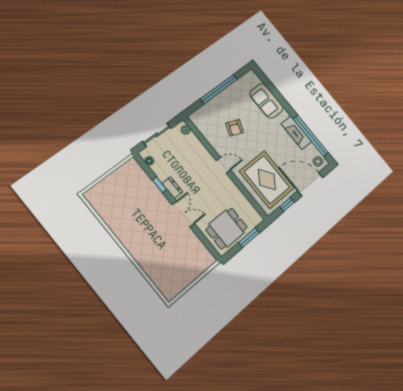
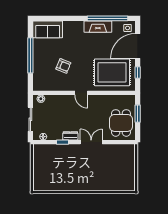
sofa: (266, 101) -> (48, 29), moved
door: (223, 165) -> (81, 93), swing flipped

